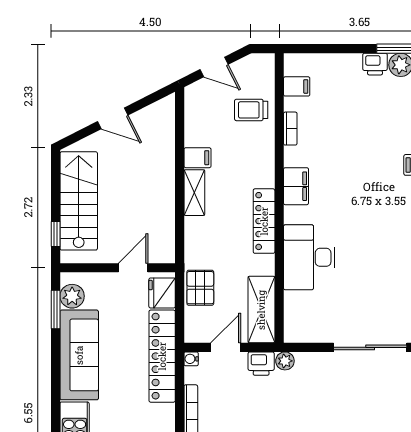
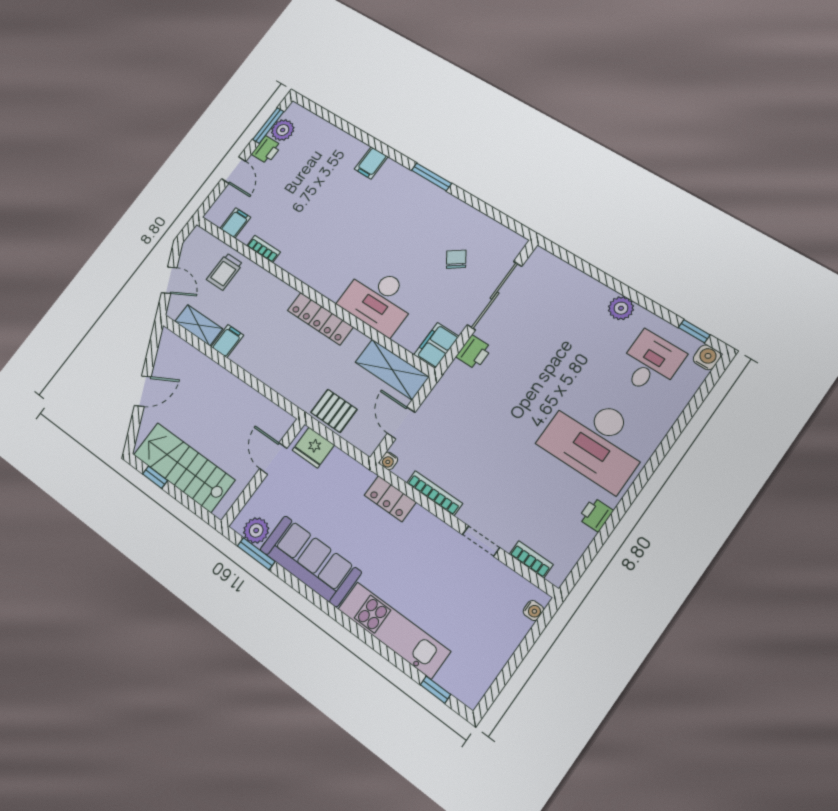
door: (340, 49) -> (234, 170), added
door: (214, 67) -> (169, 280), hinge flipped
filing cabinet: (296, 186) -> (436, 346), moved, turned -90
shelving: (194, 193) -> (199, 325), moved
window: (56, 234) -> (155, 477), moved
chair: (380, 296) -> (456, 259), added
locker: (162, 356) -> (390, 499), width x0.46, depth x0.83
plant: (285, 361) -> (452, 378), removed
printer: (261, 364) -> (474, 352), moved

